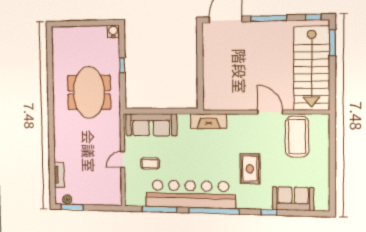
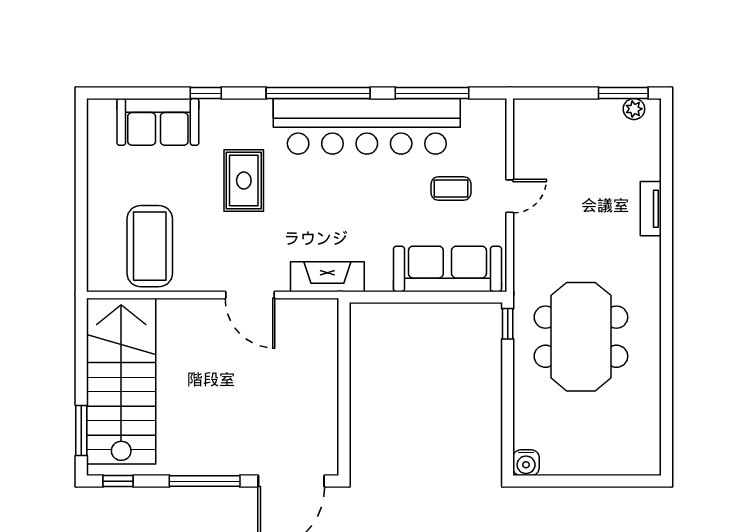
window: (122, 65) -> (508, 324), moved
door: (270, 112) -> (250, 295), moved
tv unit: (59, 175) -> (651, 209), moved

